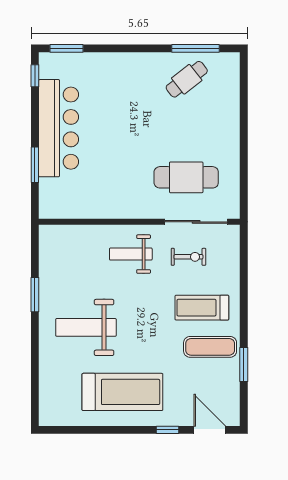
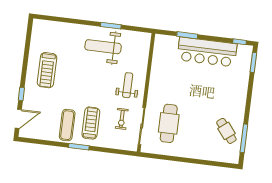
weight bench: (86, 327) -> (103, 47), moved, turned -90
window: (244, 364) -> (79, 147), moved
treadmill: (122, 392) -> (47, 70), width x0.73, depth x0.73

